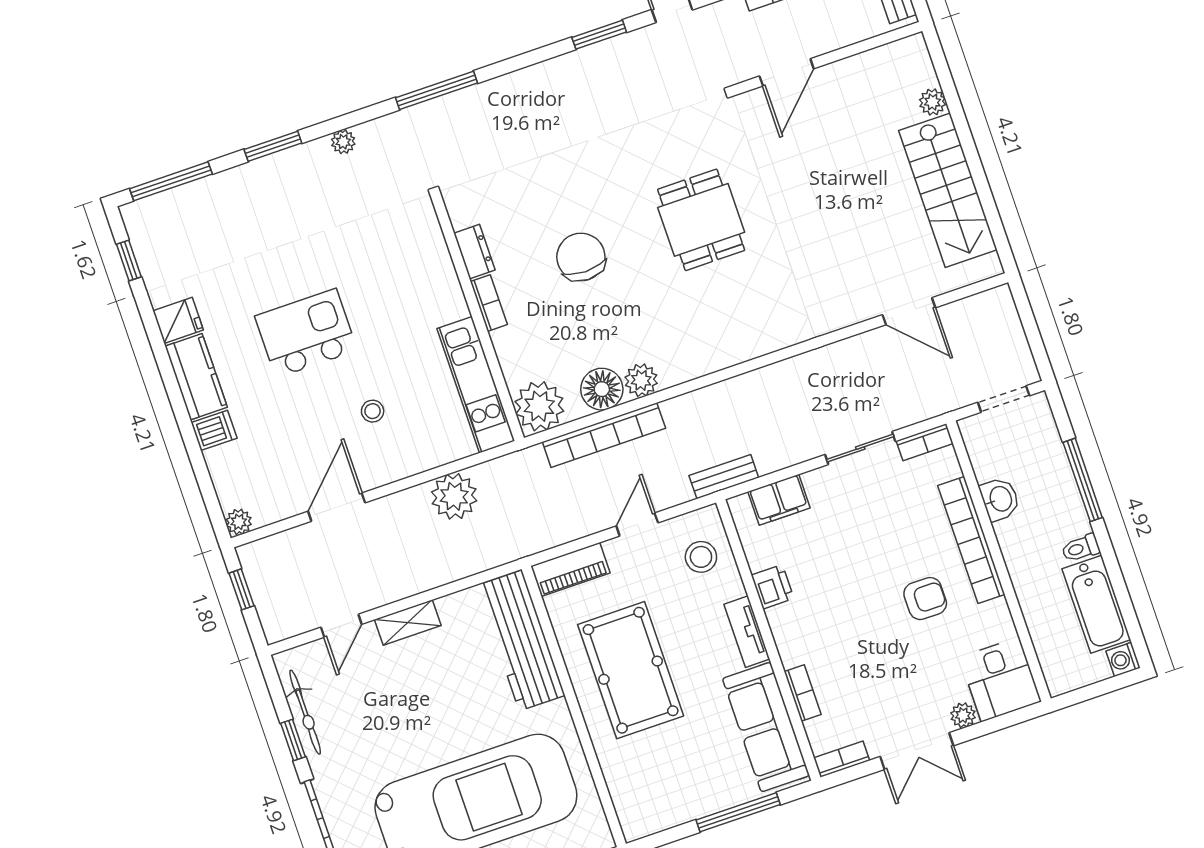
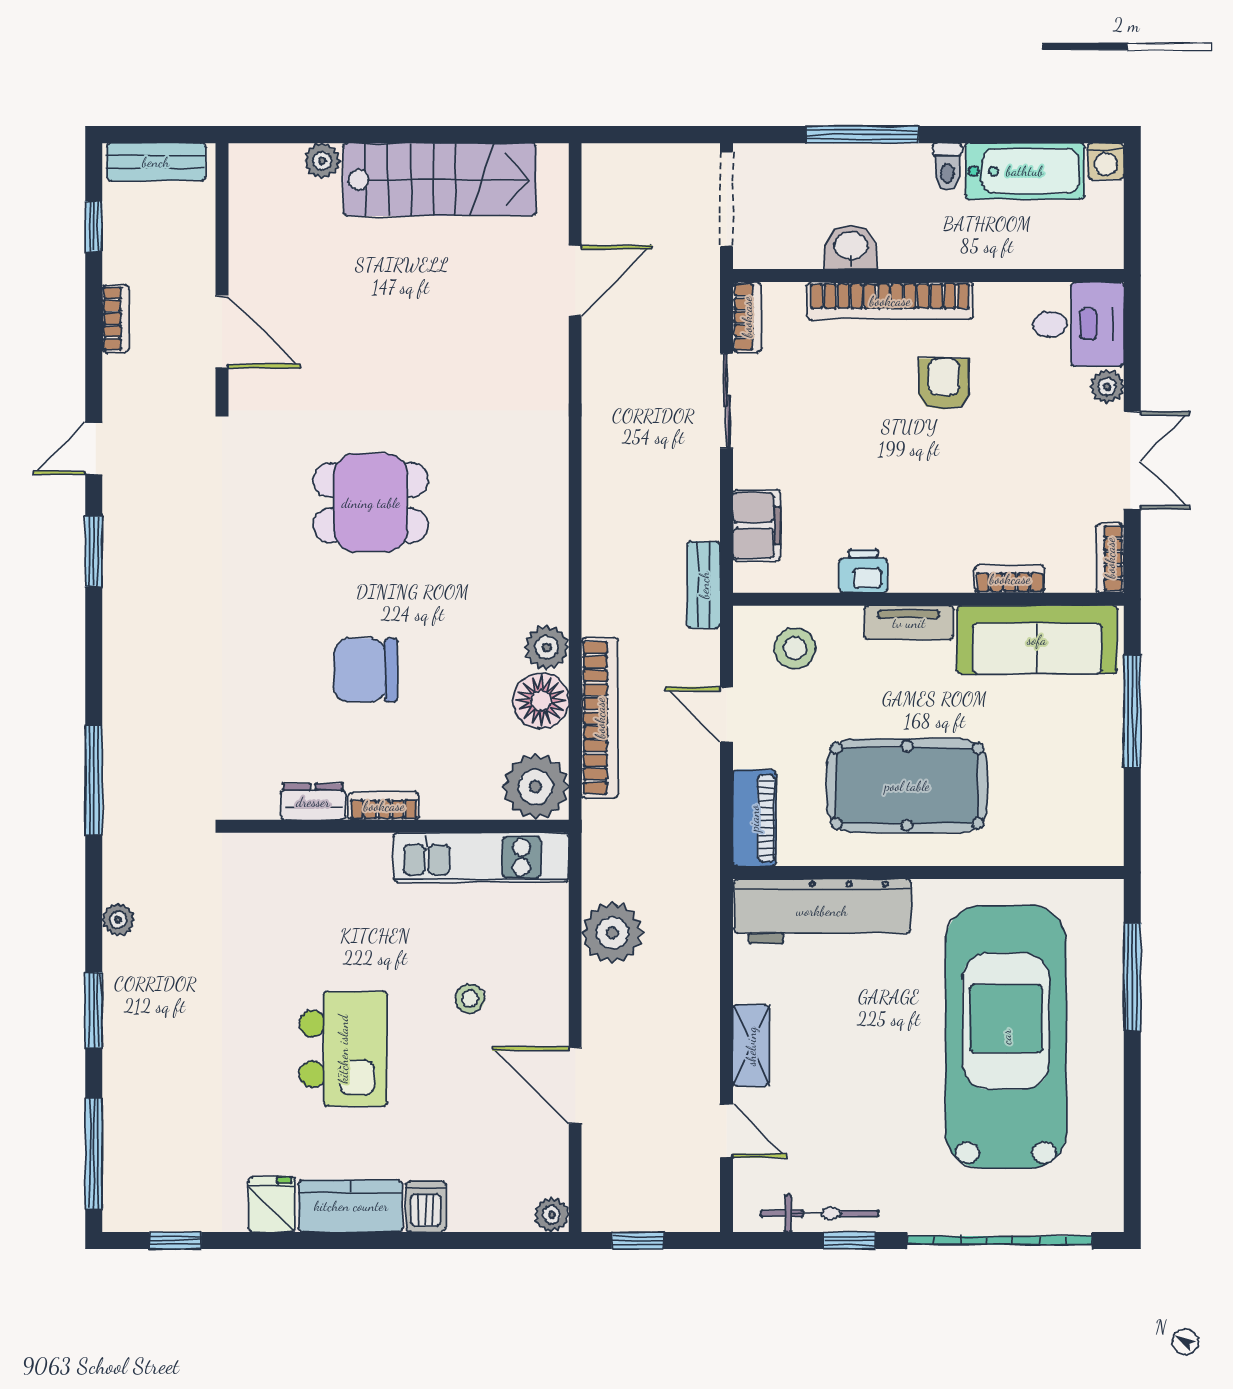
kitchen island: (306, 333) -> (343, 1049), turned 180
doorway: (1004, 399) -> (727, 199), width x1.38

